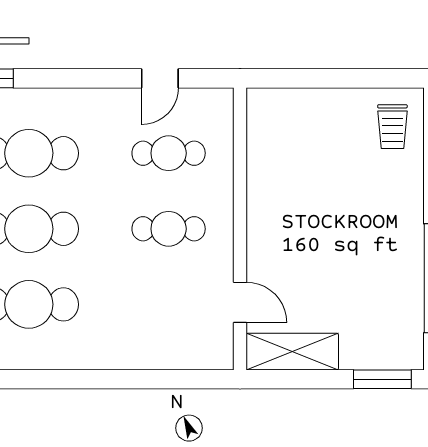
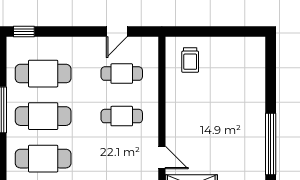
trolley: (392, 127) -> (190, 60), moved

